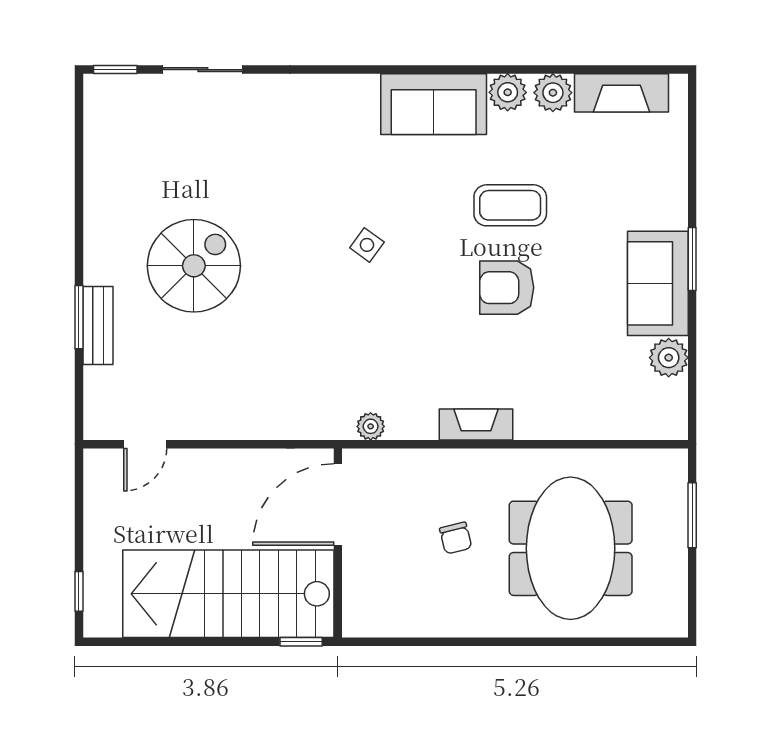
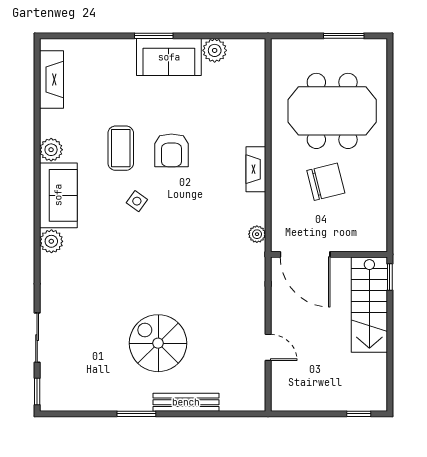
plant: (553, 93) -> (51, 241), moved
side table: (367, 245) -> (137, 201), moved
window: (79, 317) -> (136, 414), moved
bench: (98, 325) -> (186, 402), width x1.36
door: (145, 444) -> (268, 347), moved
window: (692, 515) -> (344, 36), moved
chair: (456, 538) -> (326, 182), width x1.87, depth x1.87
stairs: (228, 594) -> (369, 305), width x0.73, depth x0.66

